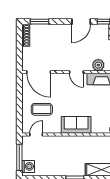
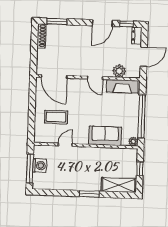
sofa: (76, 125) -> (105, 136), moved
door: (36, 135) -> (65, 145), moved
washing machine: (28, 166) -> (39, 166), moved

